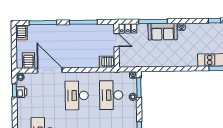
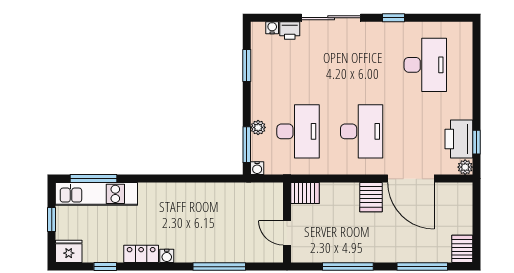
locker: (128, 28) -> (141, 254), moved
sofa: (163, 32) -> (202, 247), removed
server rack: (28, 61) -> (371, 197), moved
printer: (22, 92) -> (459, 139), width x1.87, depth x1.48

